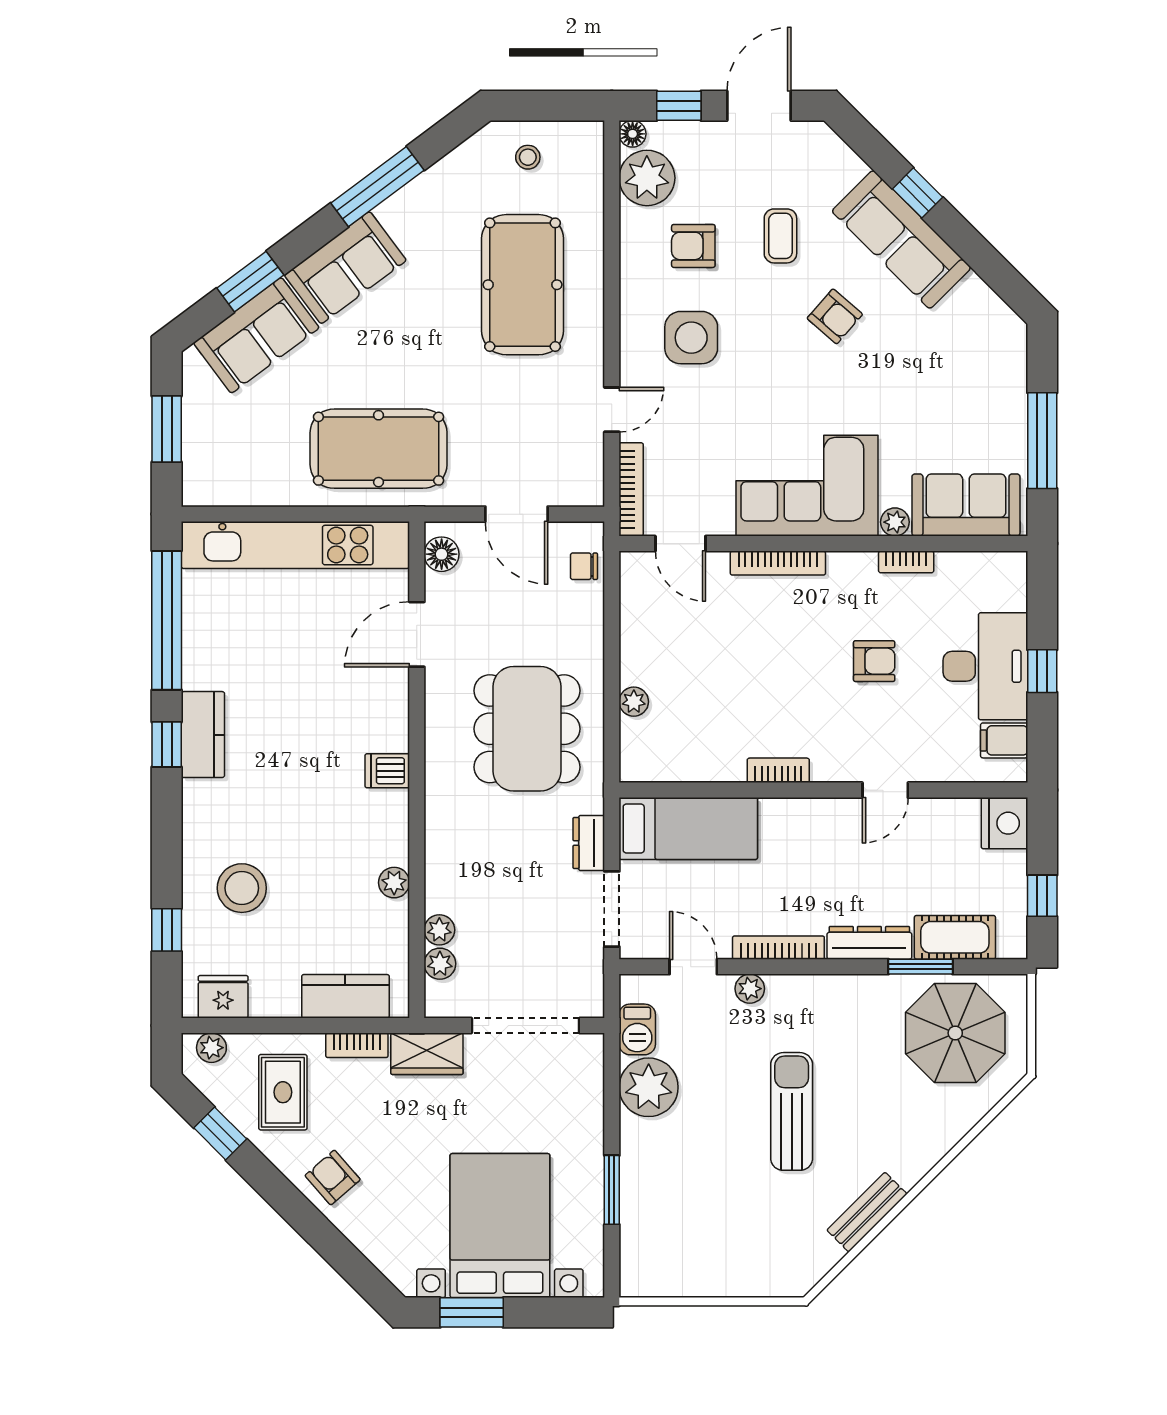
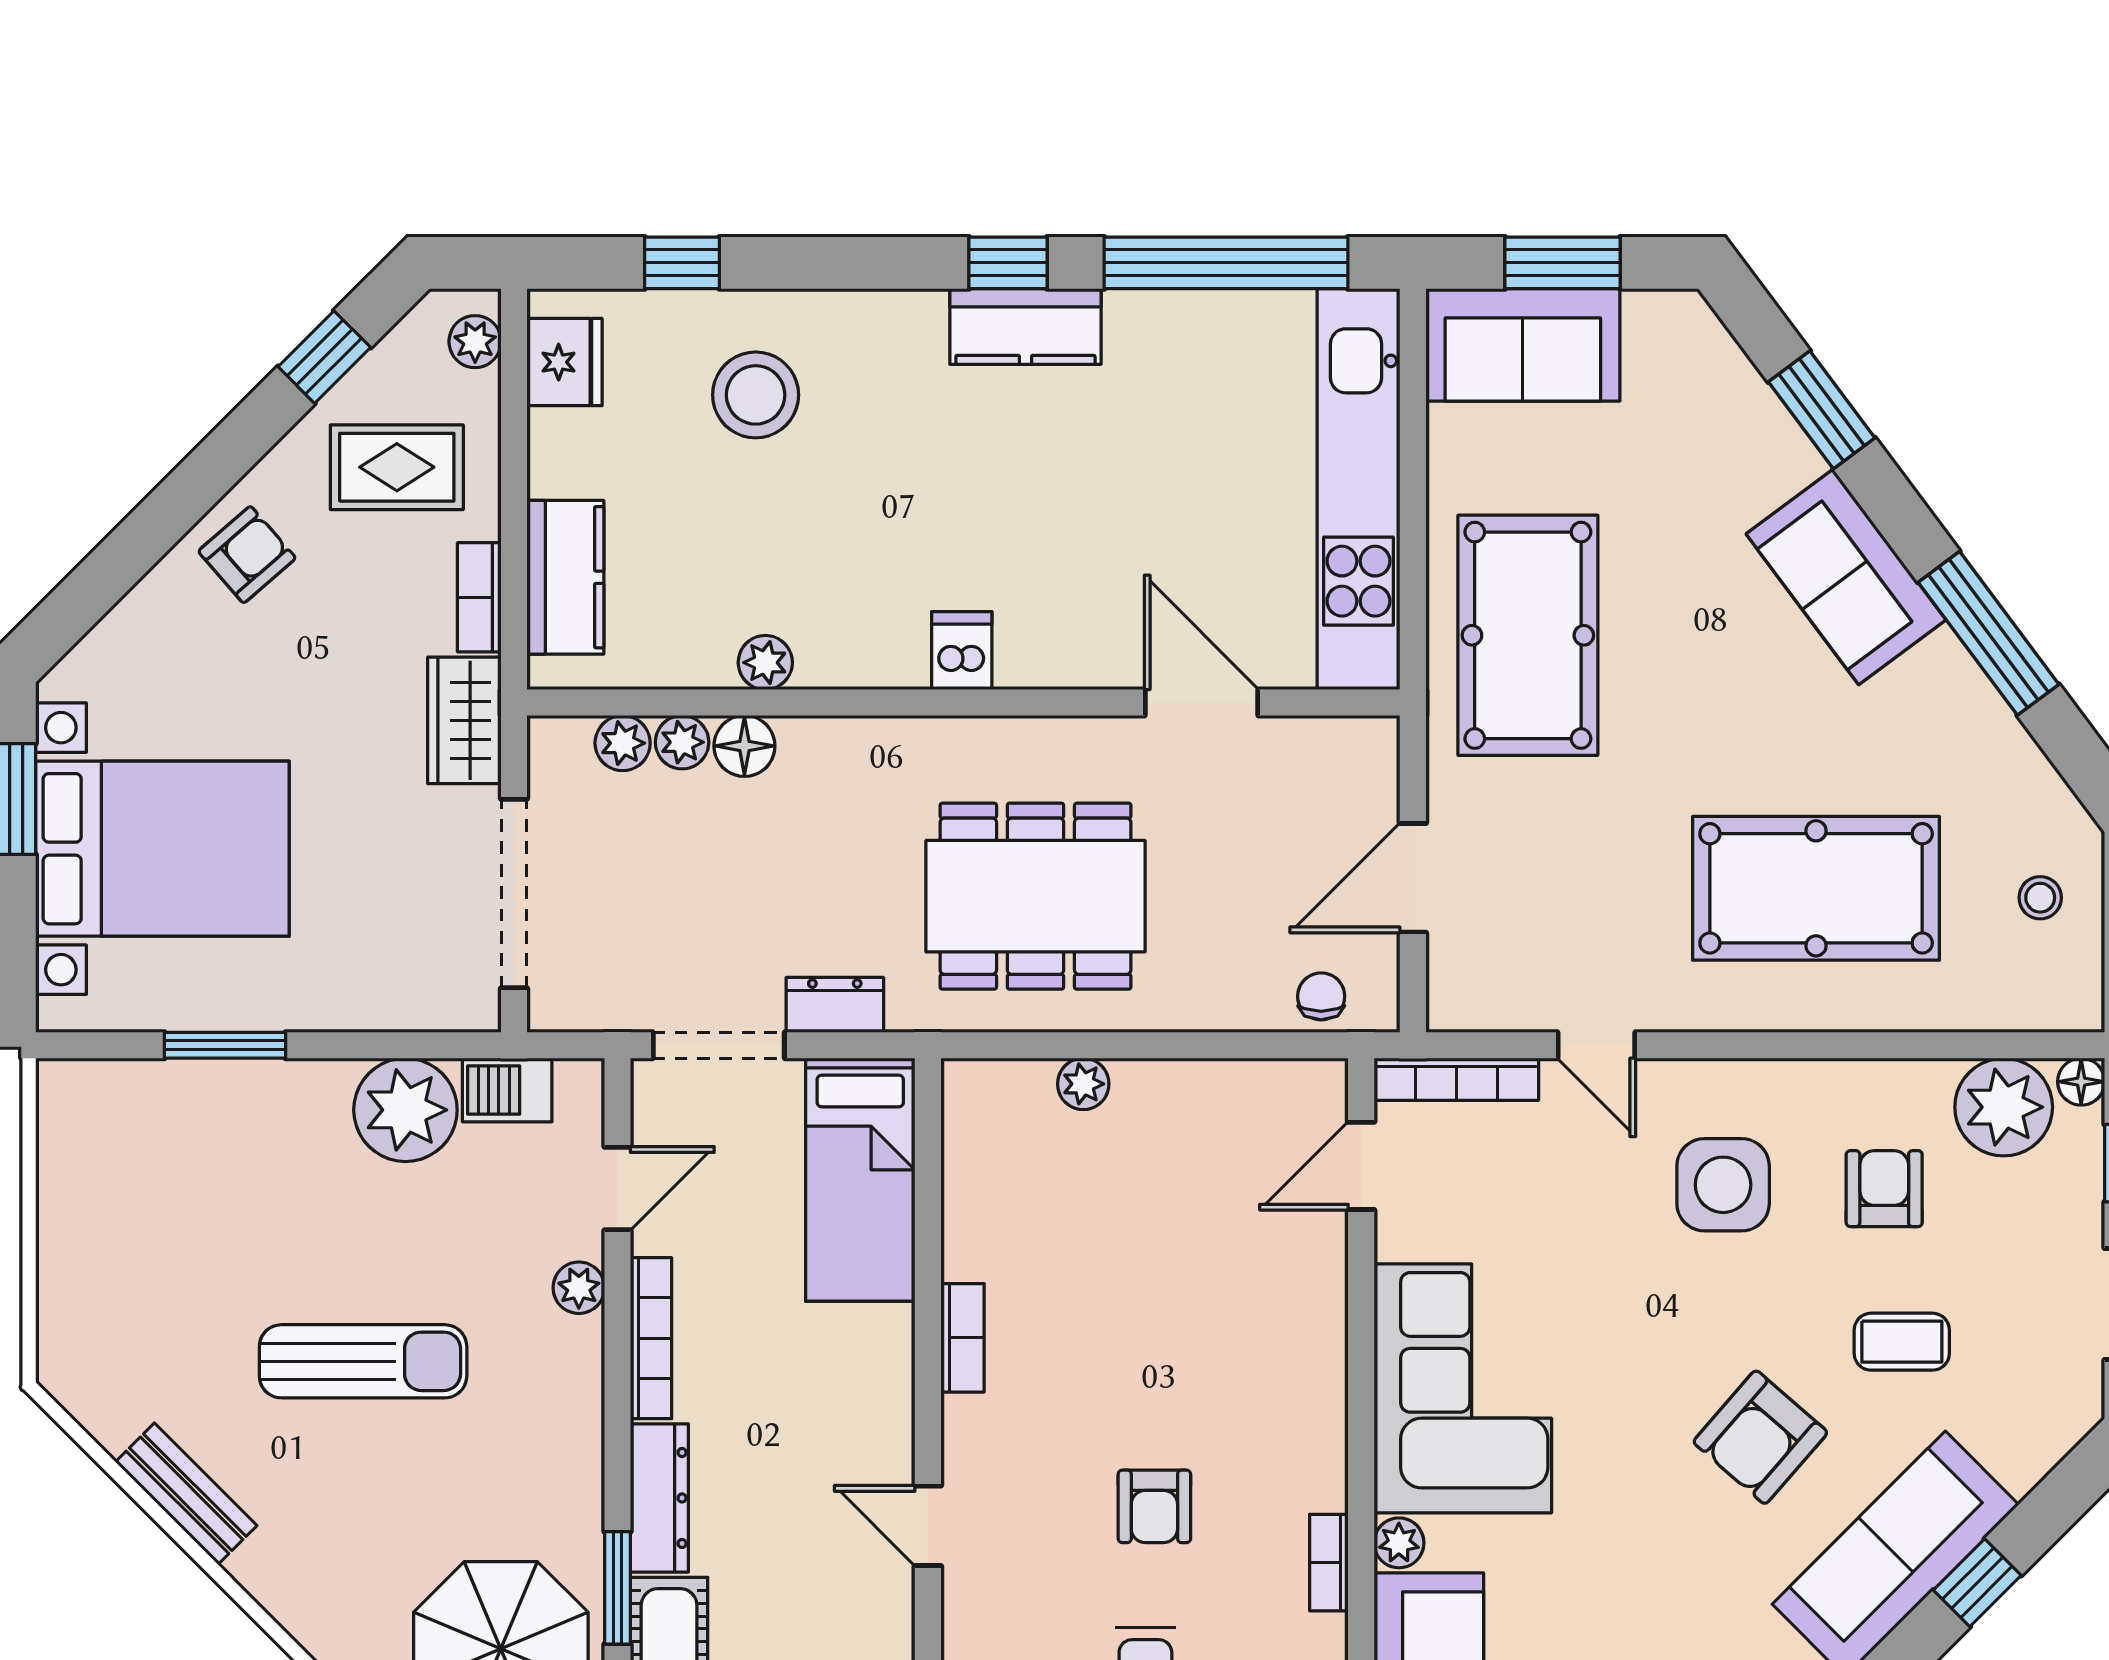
armchair: (835, 316) -> (1760, 1437), width x1.38, depth x1.38
sofa: (256, 335) -> (1523, 345), moved, turned -53
floor lamp: (442, 554) -> (744, 746), moved
bookcase: (778, 563) -> (1327, 1337), removed

